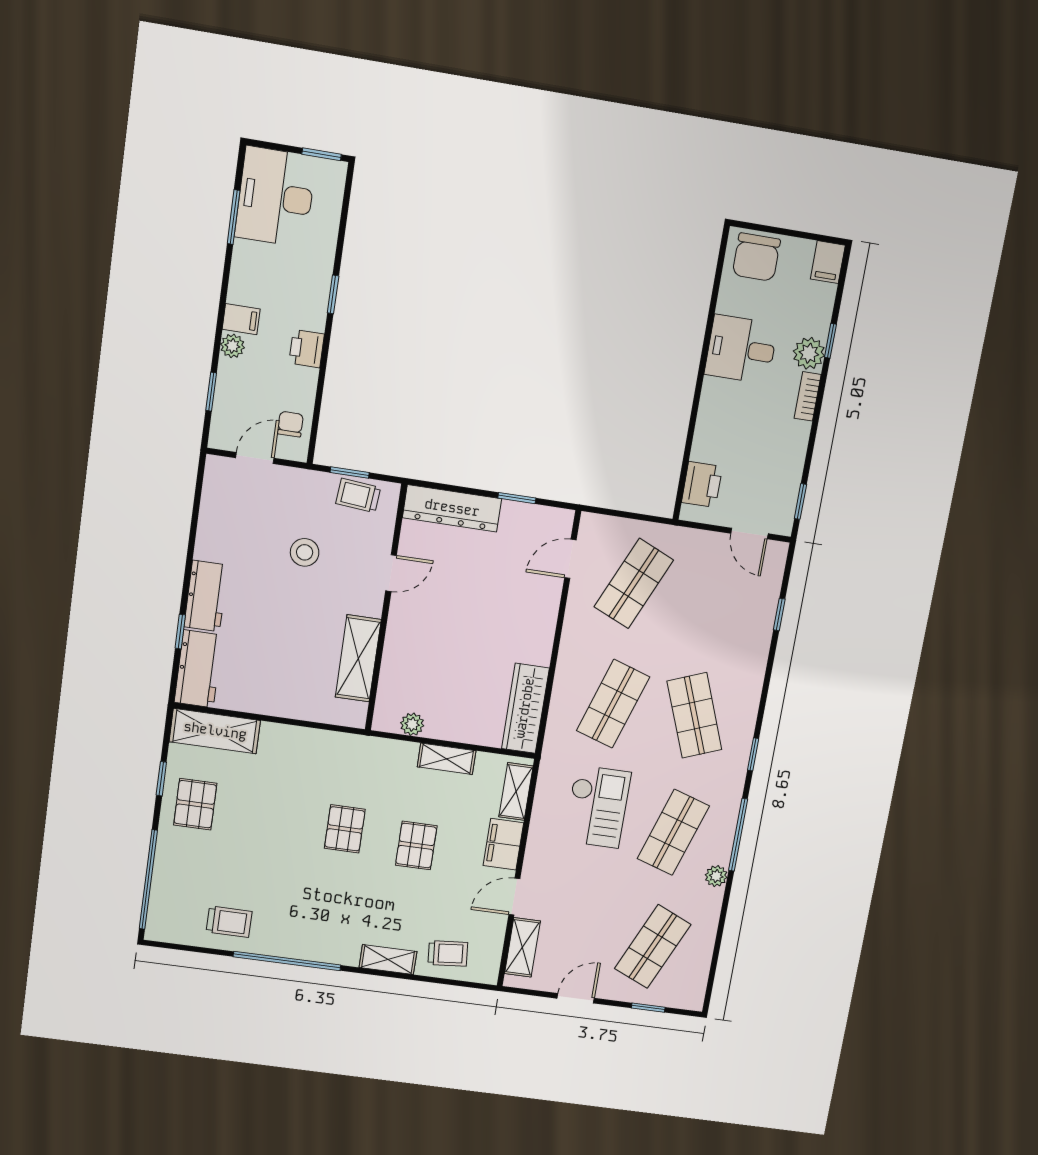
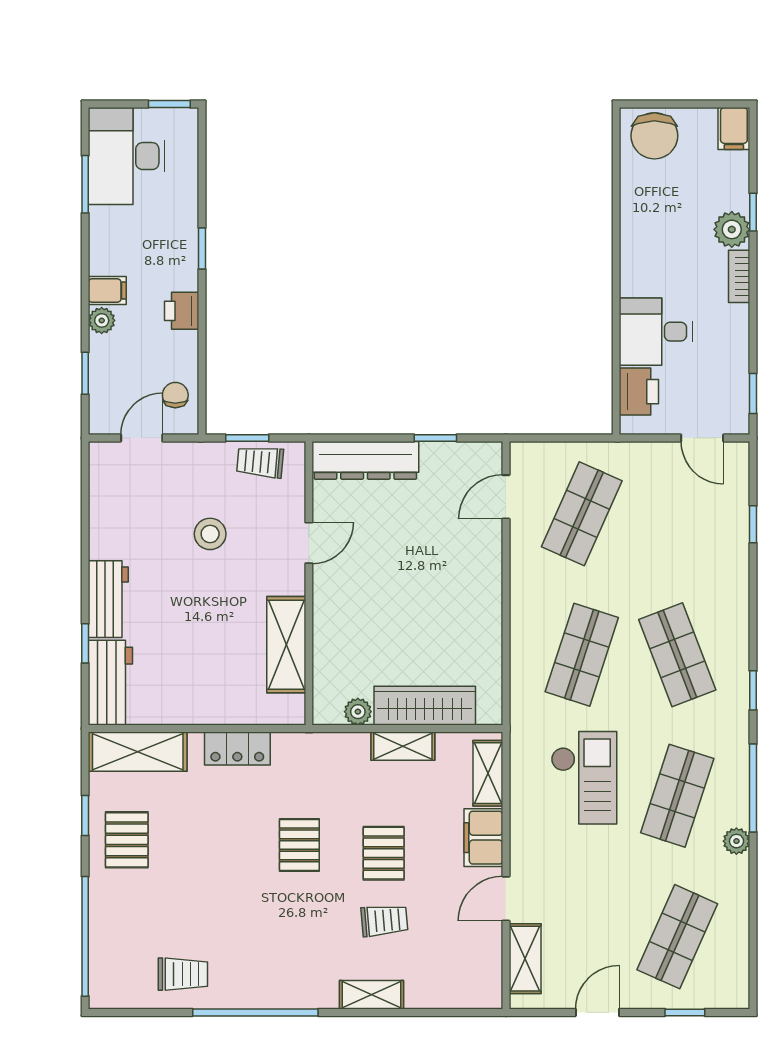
desk: (741, 349) -> (656, 332), moved
wardrobe: (525, 708) -> (425, 706), moved, turned 90
locker: (303, 741) -> (237, 748), added
trolley: (448, 953) -> (384, 920), moved

